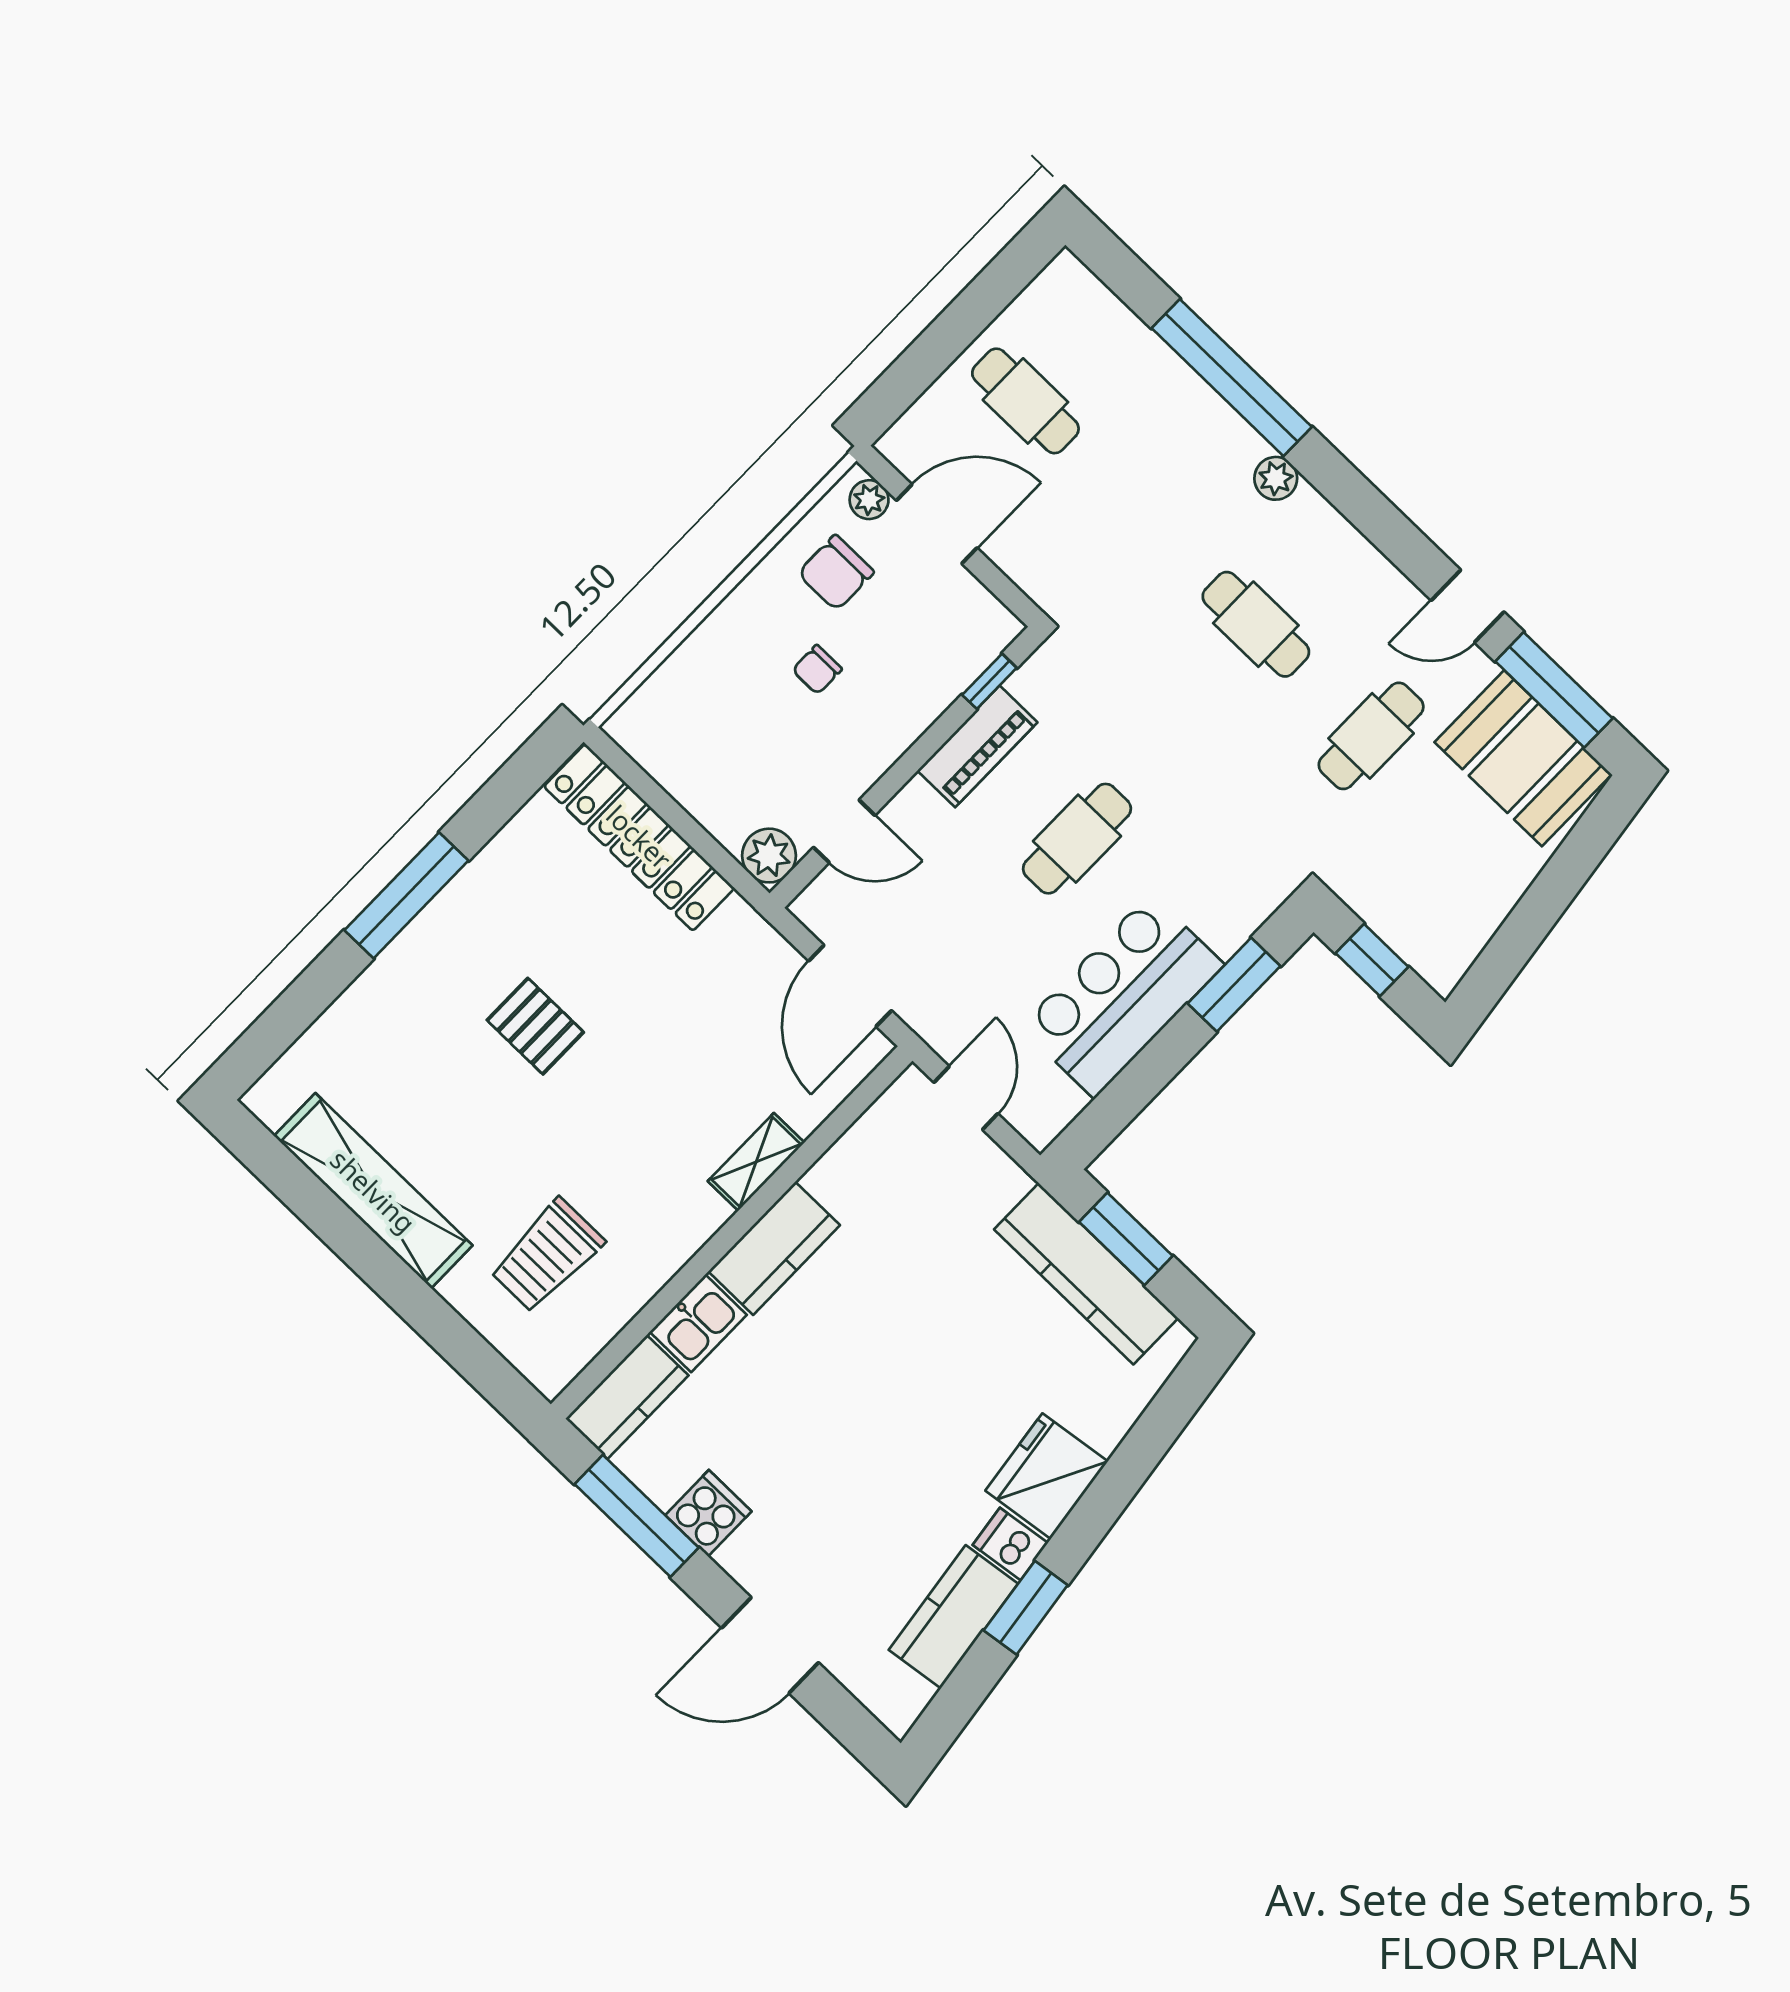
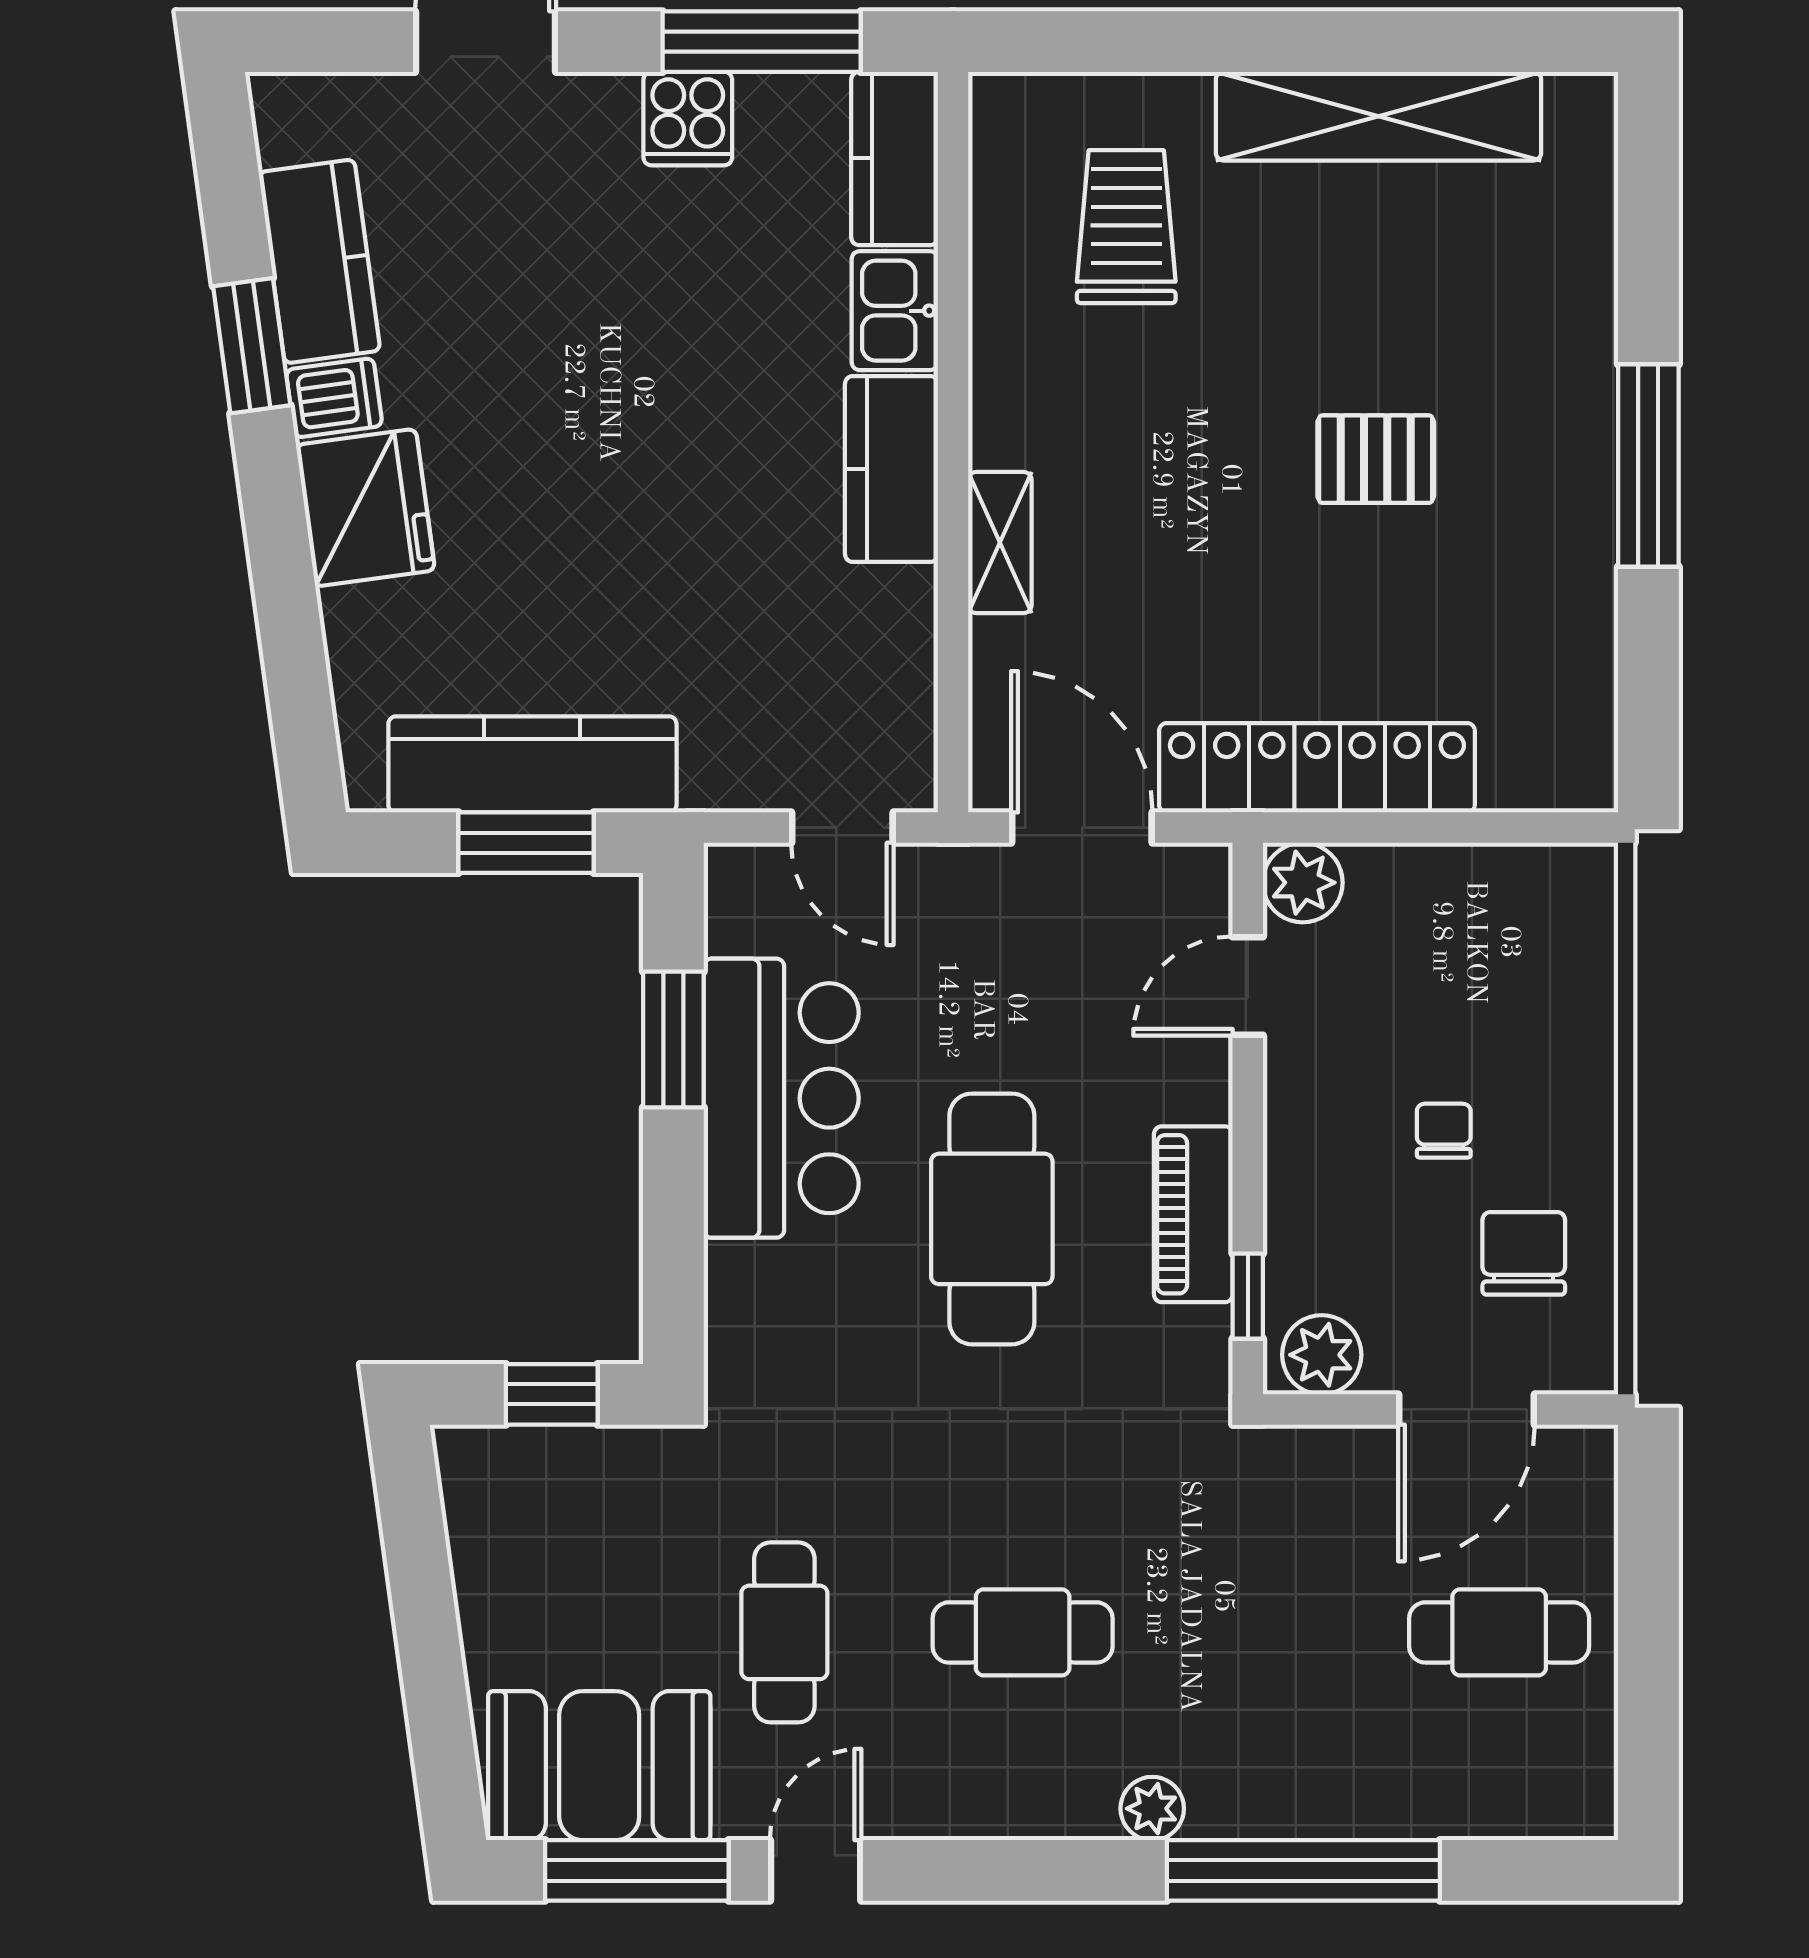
plant: (869, 500) -> (1322, 1355), moved, width x1.38, depth x1.38
locker: (639, 837) -> (1317, 768), moved
cafe table: (1077, 839) -> (992, 1219), width x1.37, depth x1.35
window: (1234, 985) -> (673, 1039), moved

